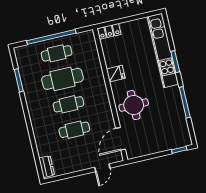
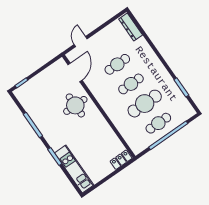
kitchen unit: (163, 51) -> (74, 169), width x0.73
fridge: (116, 74) -> (101, 126), removed
dresser: (47, 167) -> (131, 27), width x1.44

